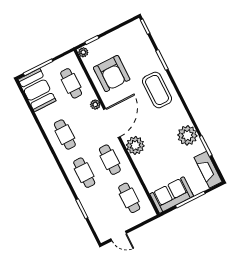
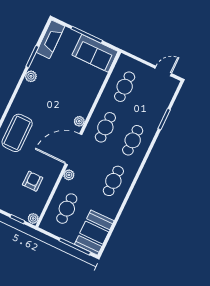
armchair: (112, 74) -> (33, 181), width x0.53, depth x0.53
plant: (187, 135) -> (31, 76), width x0.53, depth x0.53
plant: (135, 145) -> (79, 121), width x0.53, depth x0.53
door: (119, 236) -> (163, 71), hinge flipped

